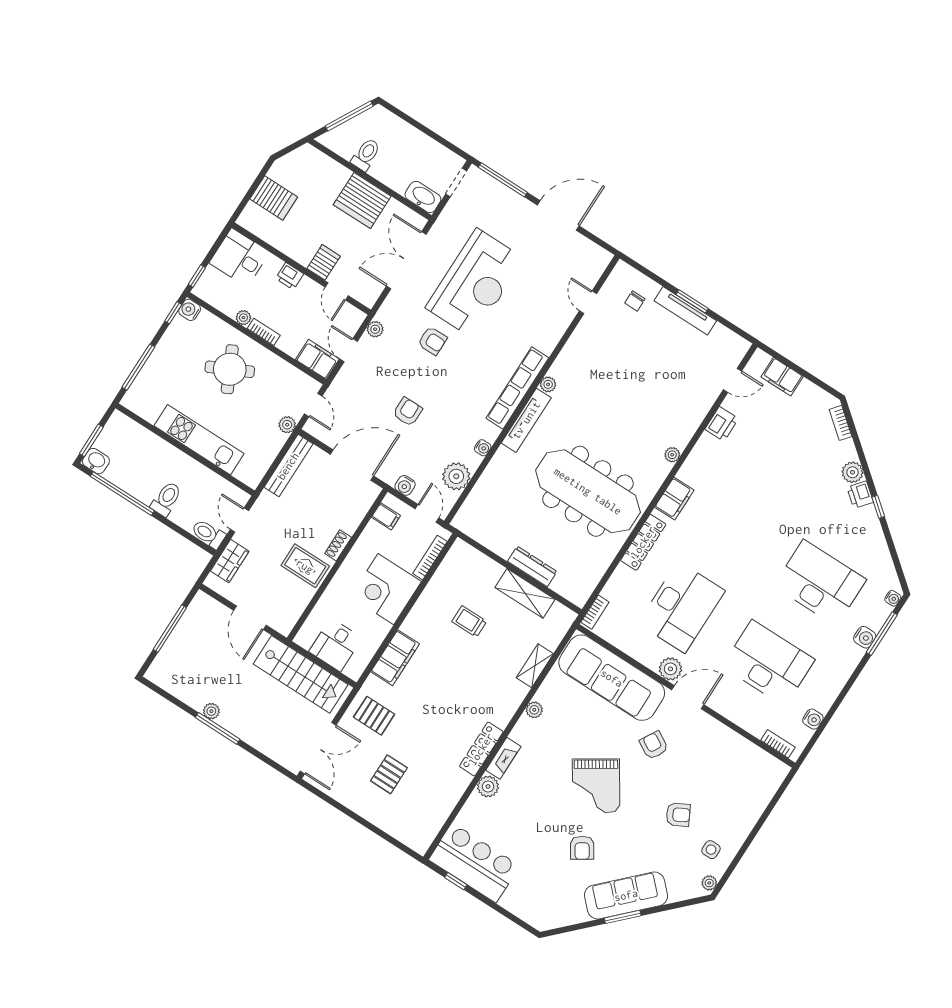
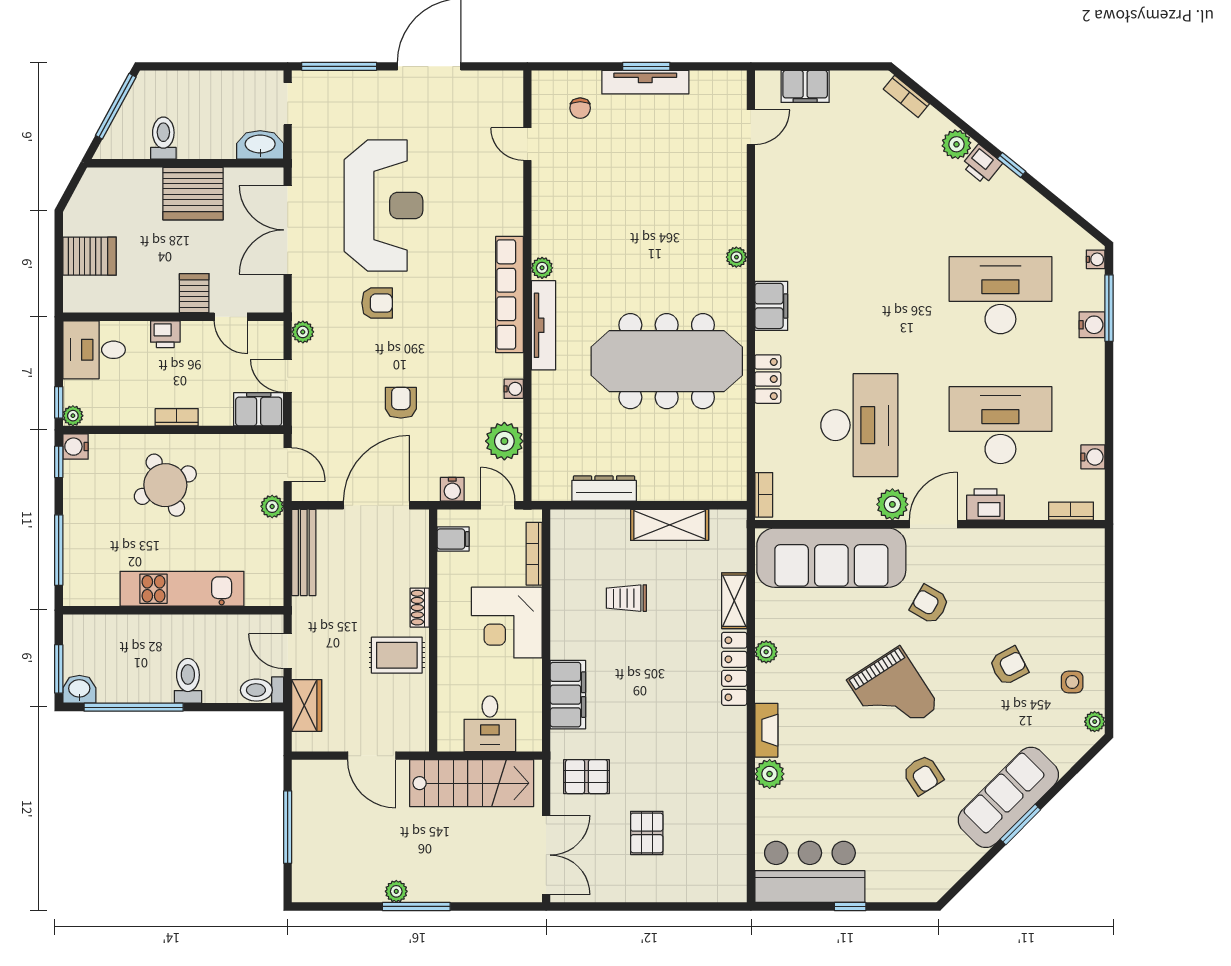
plant: (243, 318) -> (73, 416), moved
printer: (722, 424) -> (986, 504), moved, turned -90
locker: (643, 542) -> (768, 379), width x0.66
dresser: (532, 566) -> (604, 489), moved
locker: (481, 749) -> (734, 669), moved
window: (456, 881) -> (850, 906), moved

